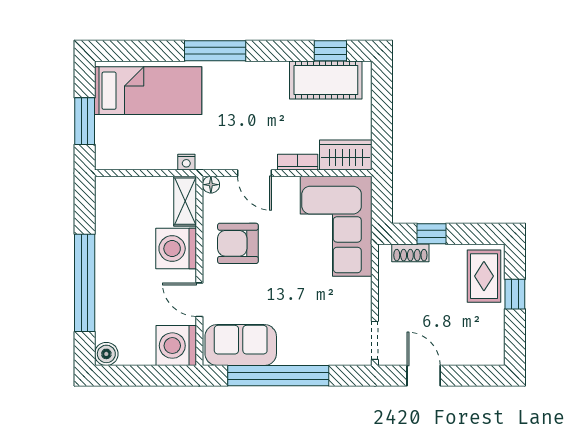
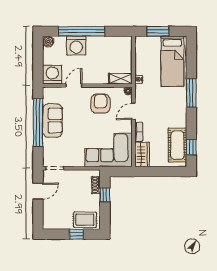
washing machine: (176, 249) -> (76, 46), moved, turned 180
sofa: (241, 345) -> (52, 120), moved

